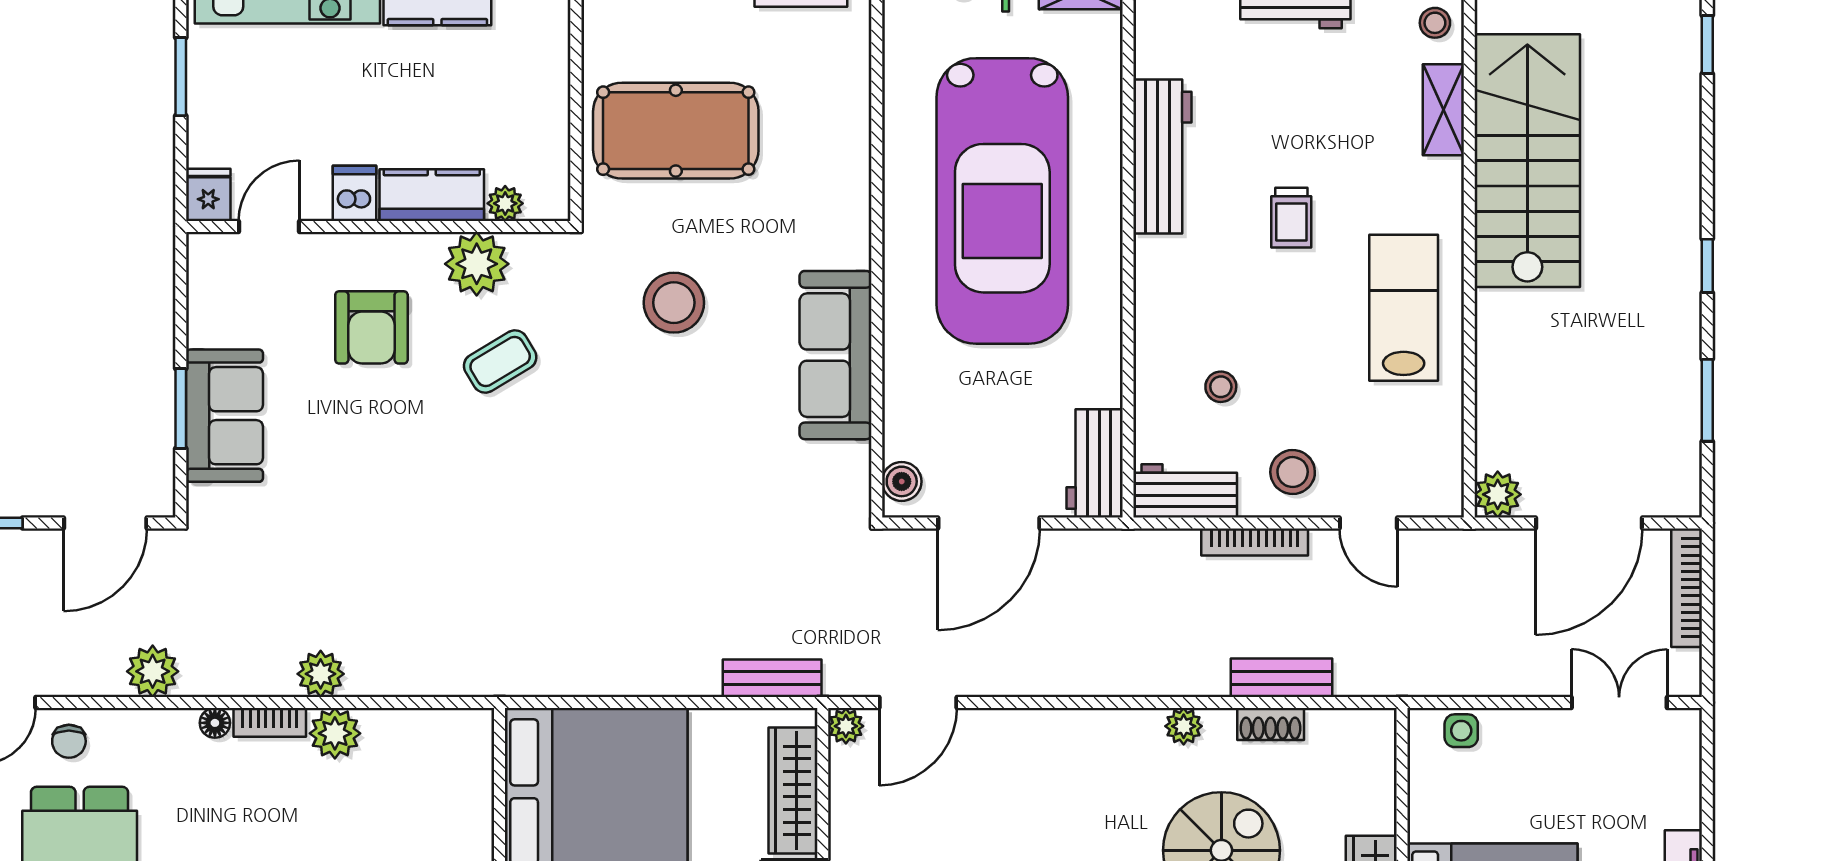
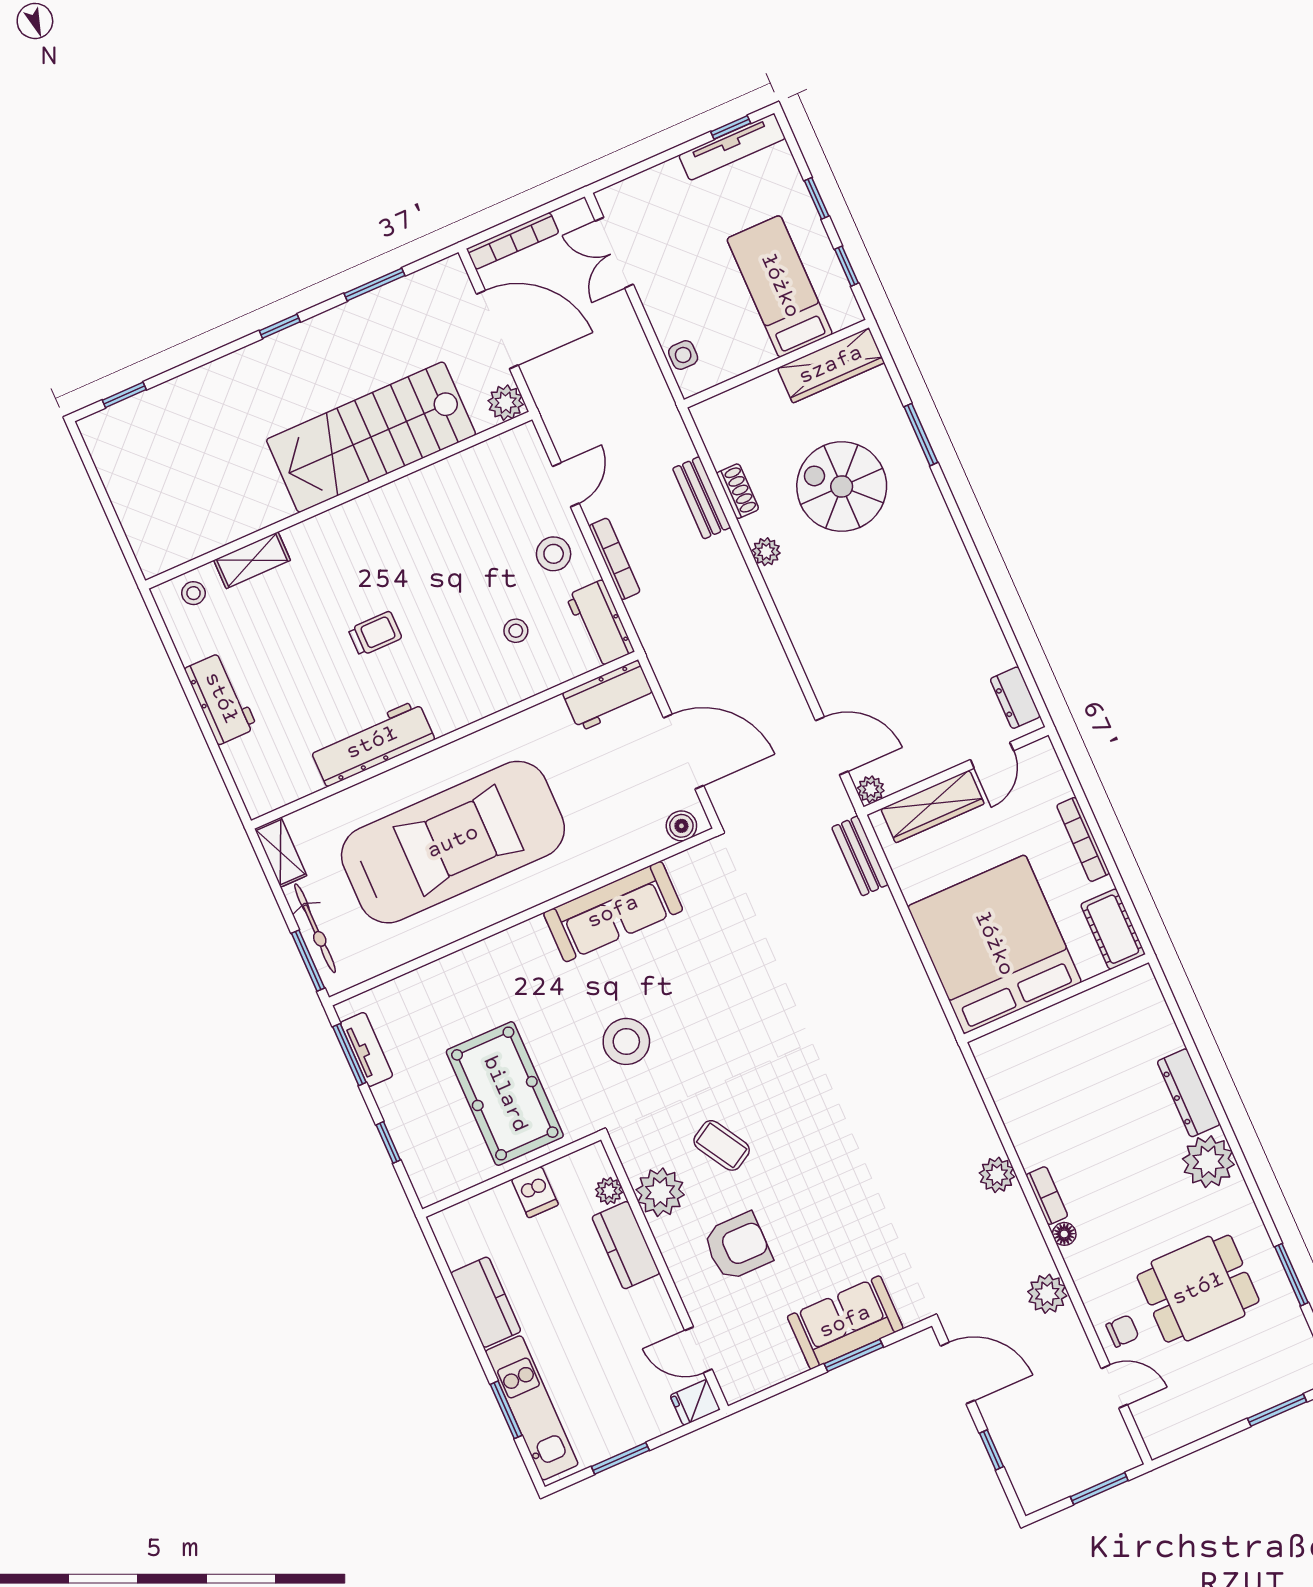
stairs: (1527, 161) -> (371, 437), moved
dishwasher: (354, 193) -> (535, 1192), moved, turned -90
lab bench: (1404, 308) -> (404, 527), removed
plant: (335, 733) -> (1034, 1146), removed

